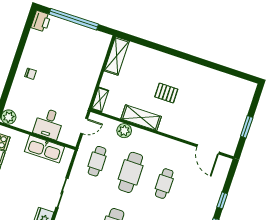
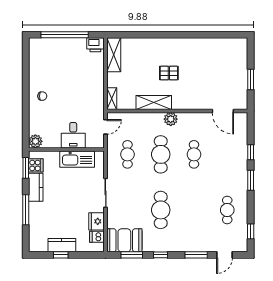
printer: (41, 21) -> (95, 45), moved, turned 90
plant: (124, 131) -> (171, 119), moved

